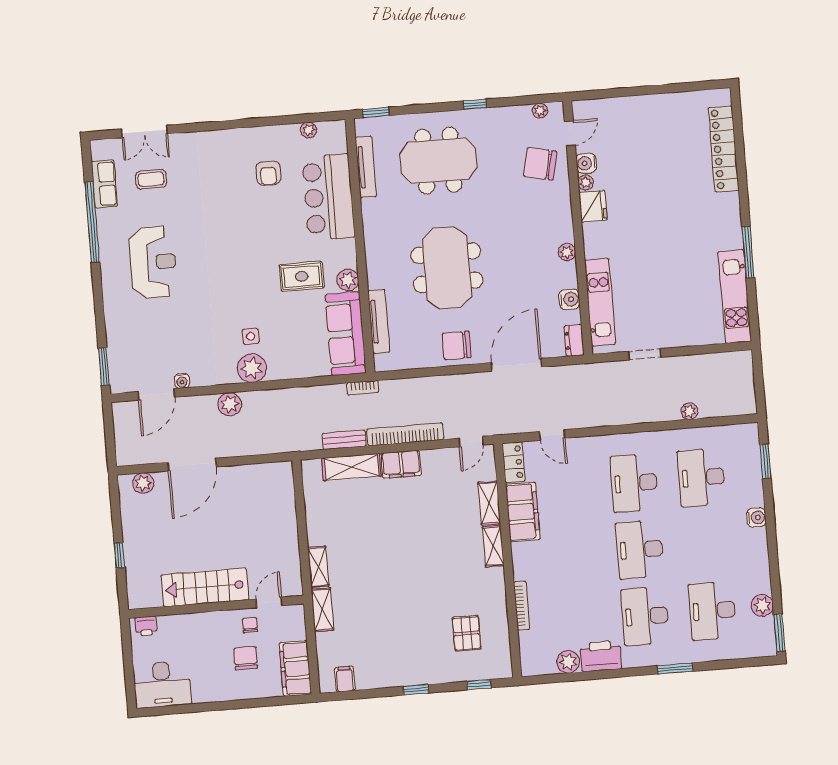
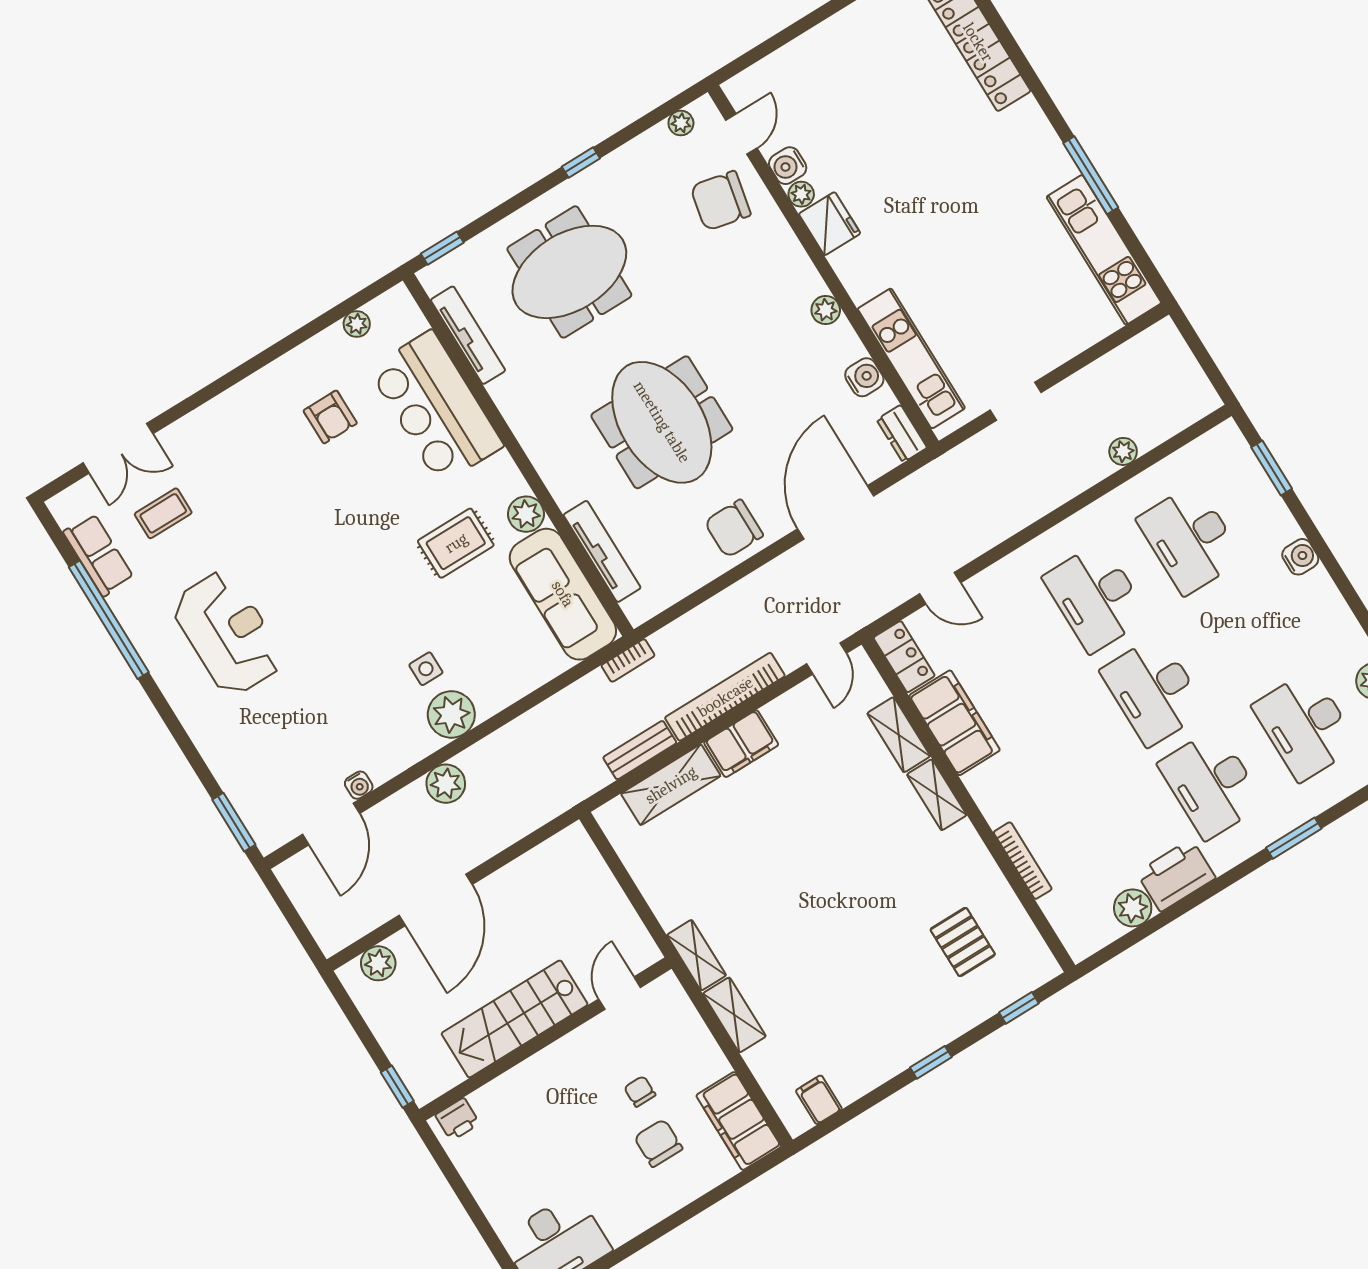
stairs: (205, 587) -> (515, 1019), moved
door: (269, 602) -> (619, 993), moved
wall: (216, 607) -> (545, 1039), moved
printer: (146, 626) -> (457, 1119), moved

